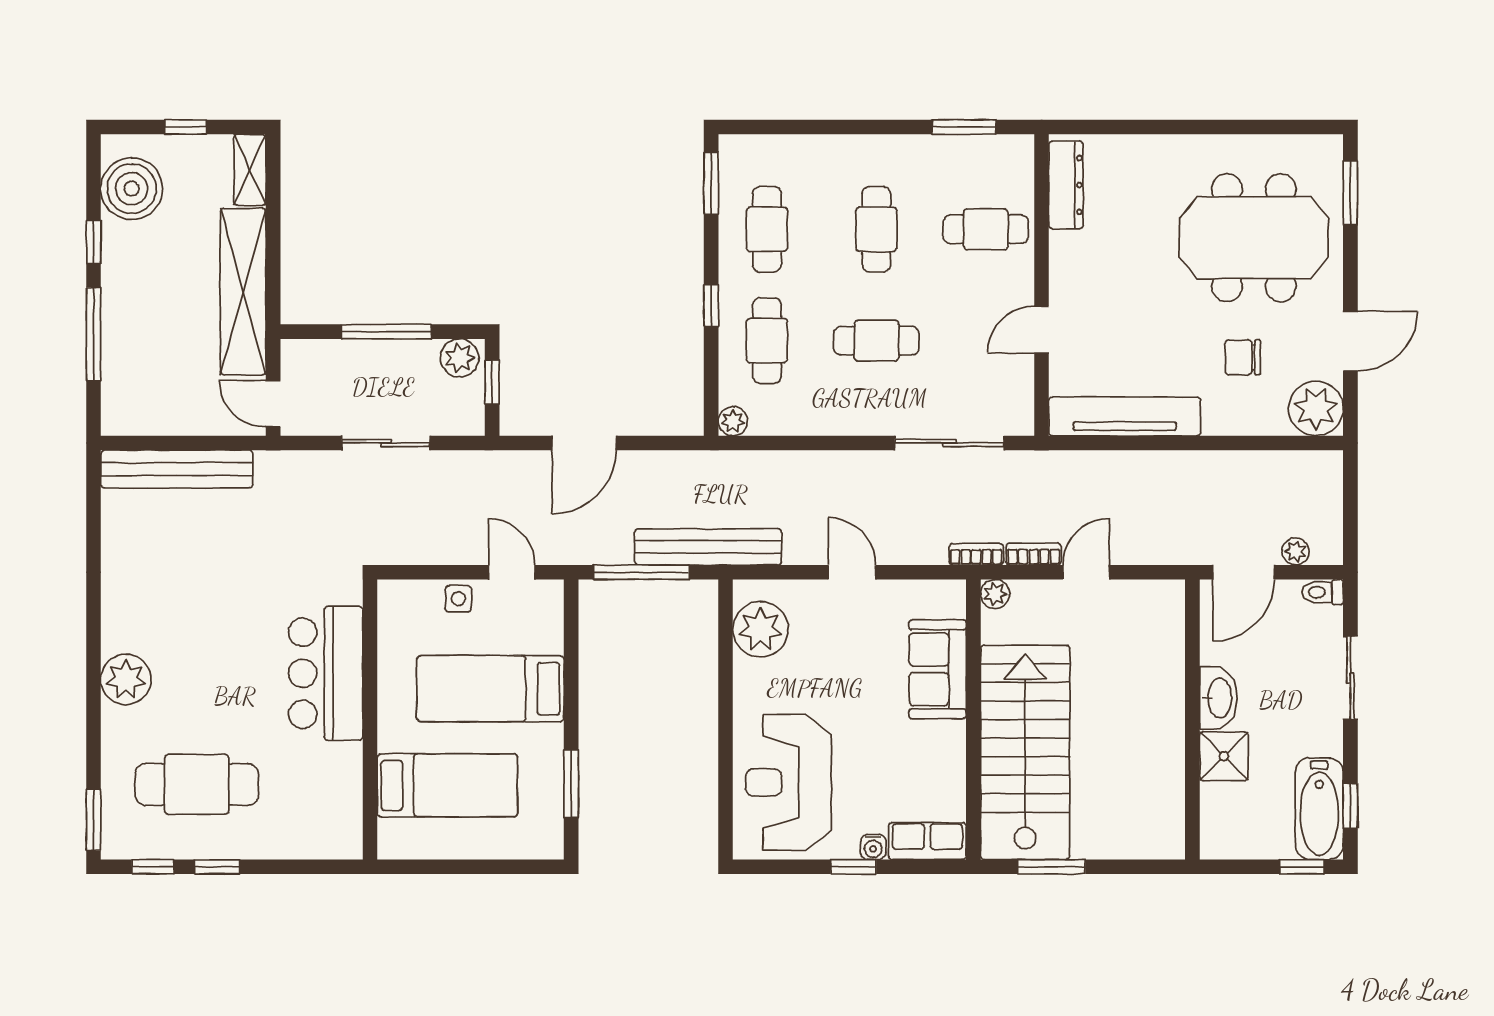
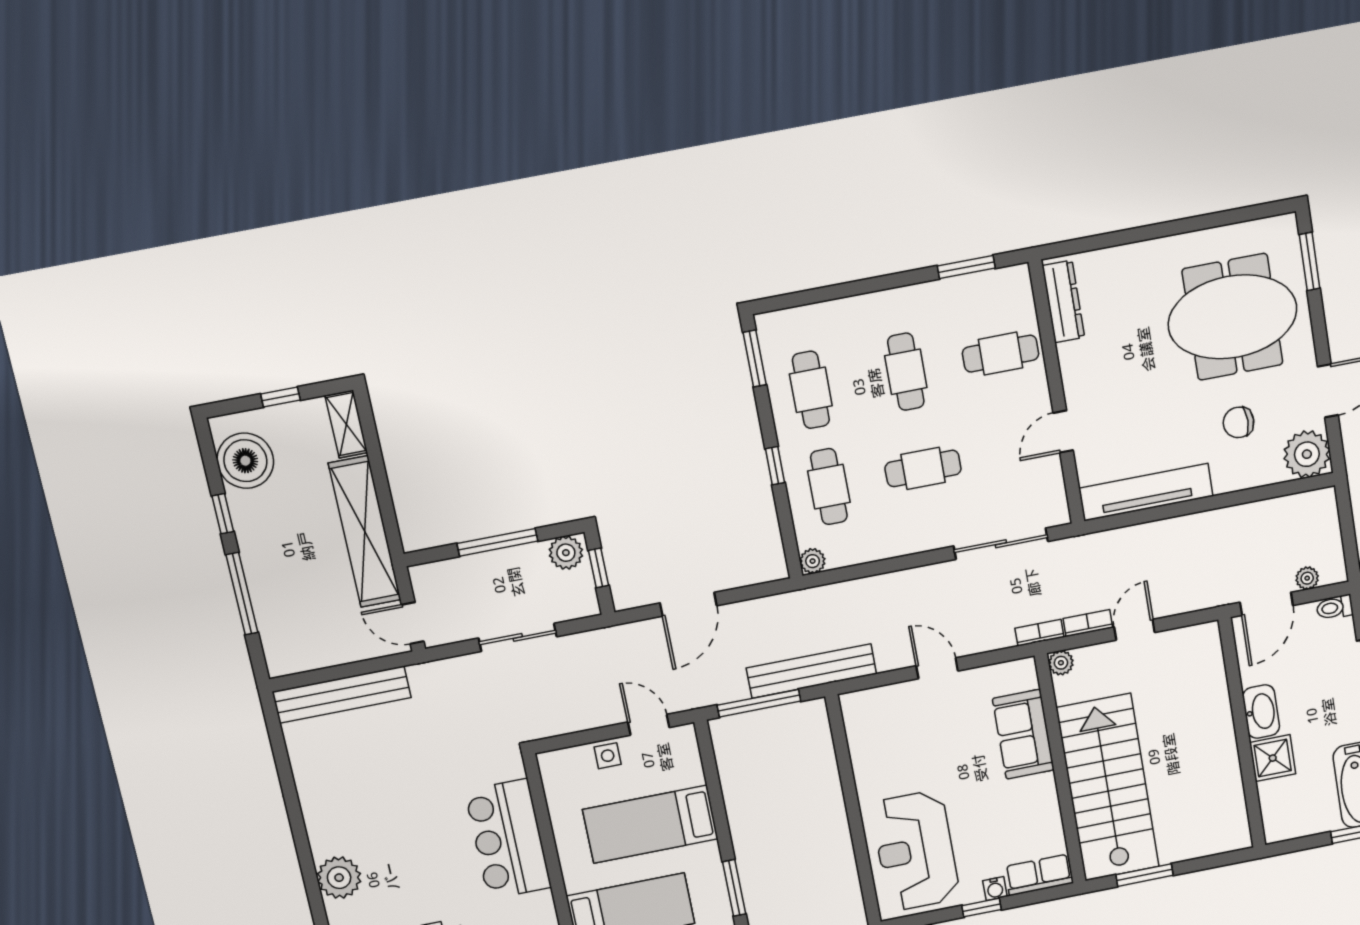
plant: (760, 629) -> (869, 731), removed

